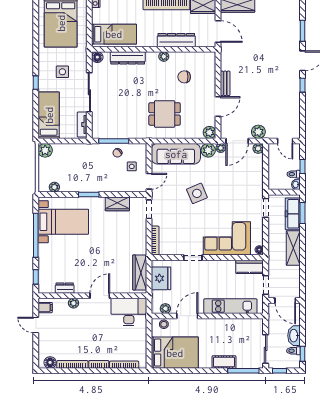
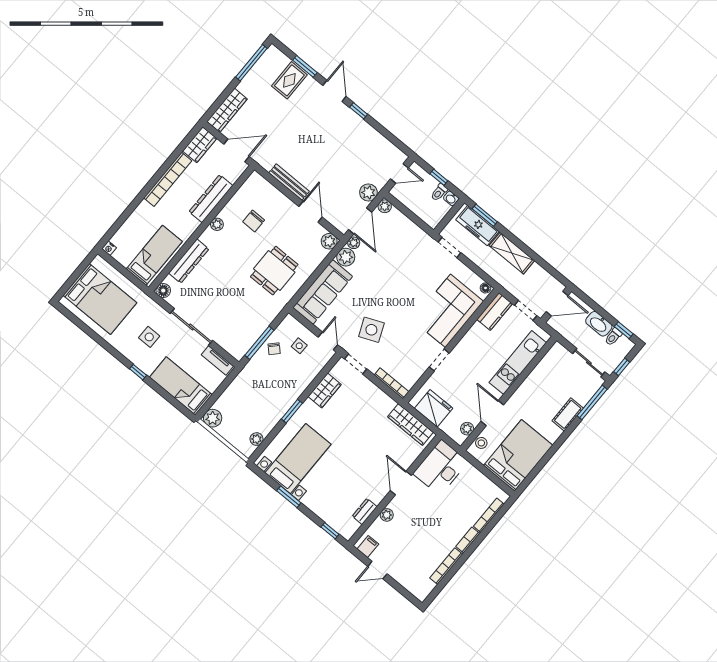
rug: (286, 28) -> (289, 80), added
bench: (225, 83) -> (289, 182), width x1.36
side table: (197, 193) -> (371, 330), moved
window: (36, 235) -> (289, 497), width x0.47
floor lamp: (50, 362) -> (426, 587), removed

